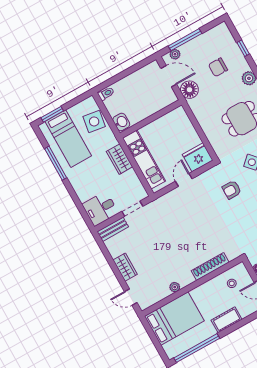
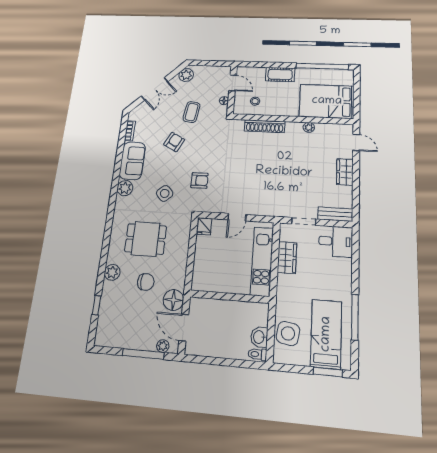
chair: (218, 67) -> (146, 282), moved
washbasin: (121, 122) -> (259, 337), moved
fridge: (198, 157) -> (204, 226), width x0.53, depth x0.75
wardrobe: (119, 159) -> (287, 258), moved

